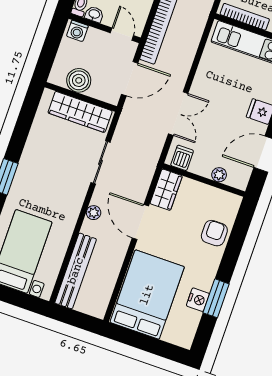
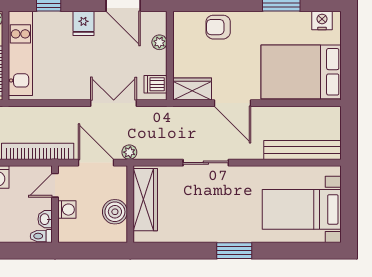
washing machine: (77, 31) -> (67, 210), moved
sliding door: (100, 162) -> (206, 163), moved
plant: (94, 213) -> (129, 152), moved
door: (140, 222) -> (233, 103), hinge flipped
nightstand: (198, 300) -> (322, 20), moved

